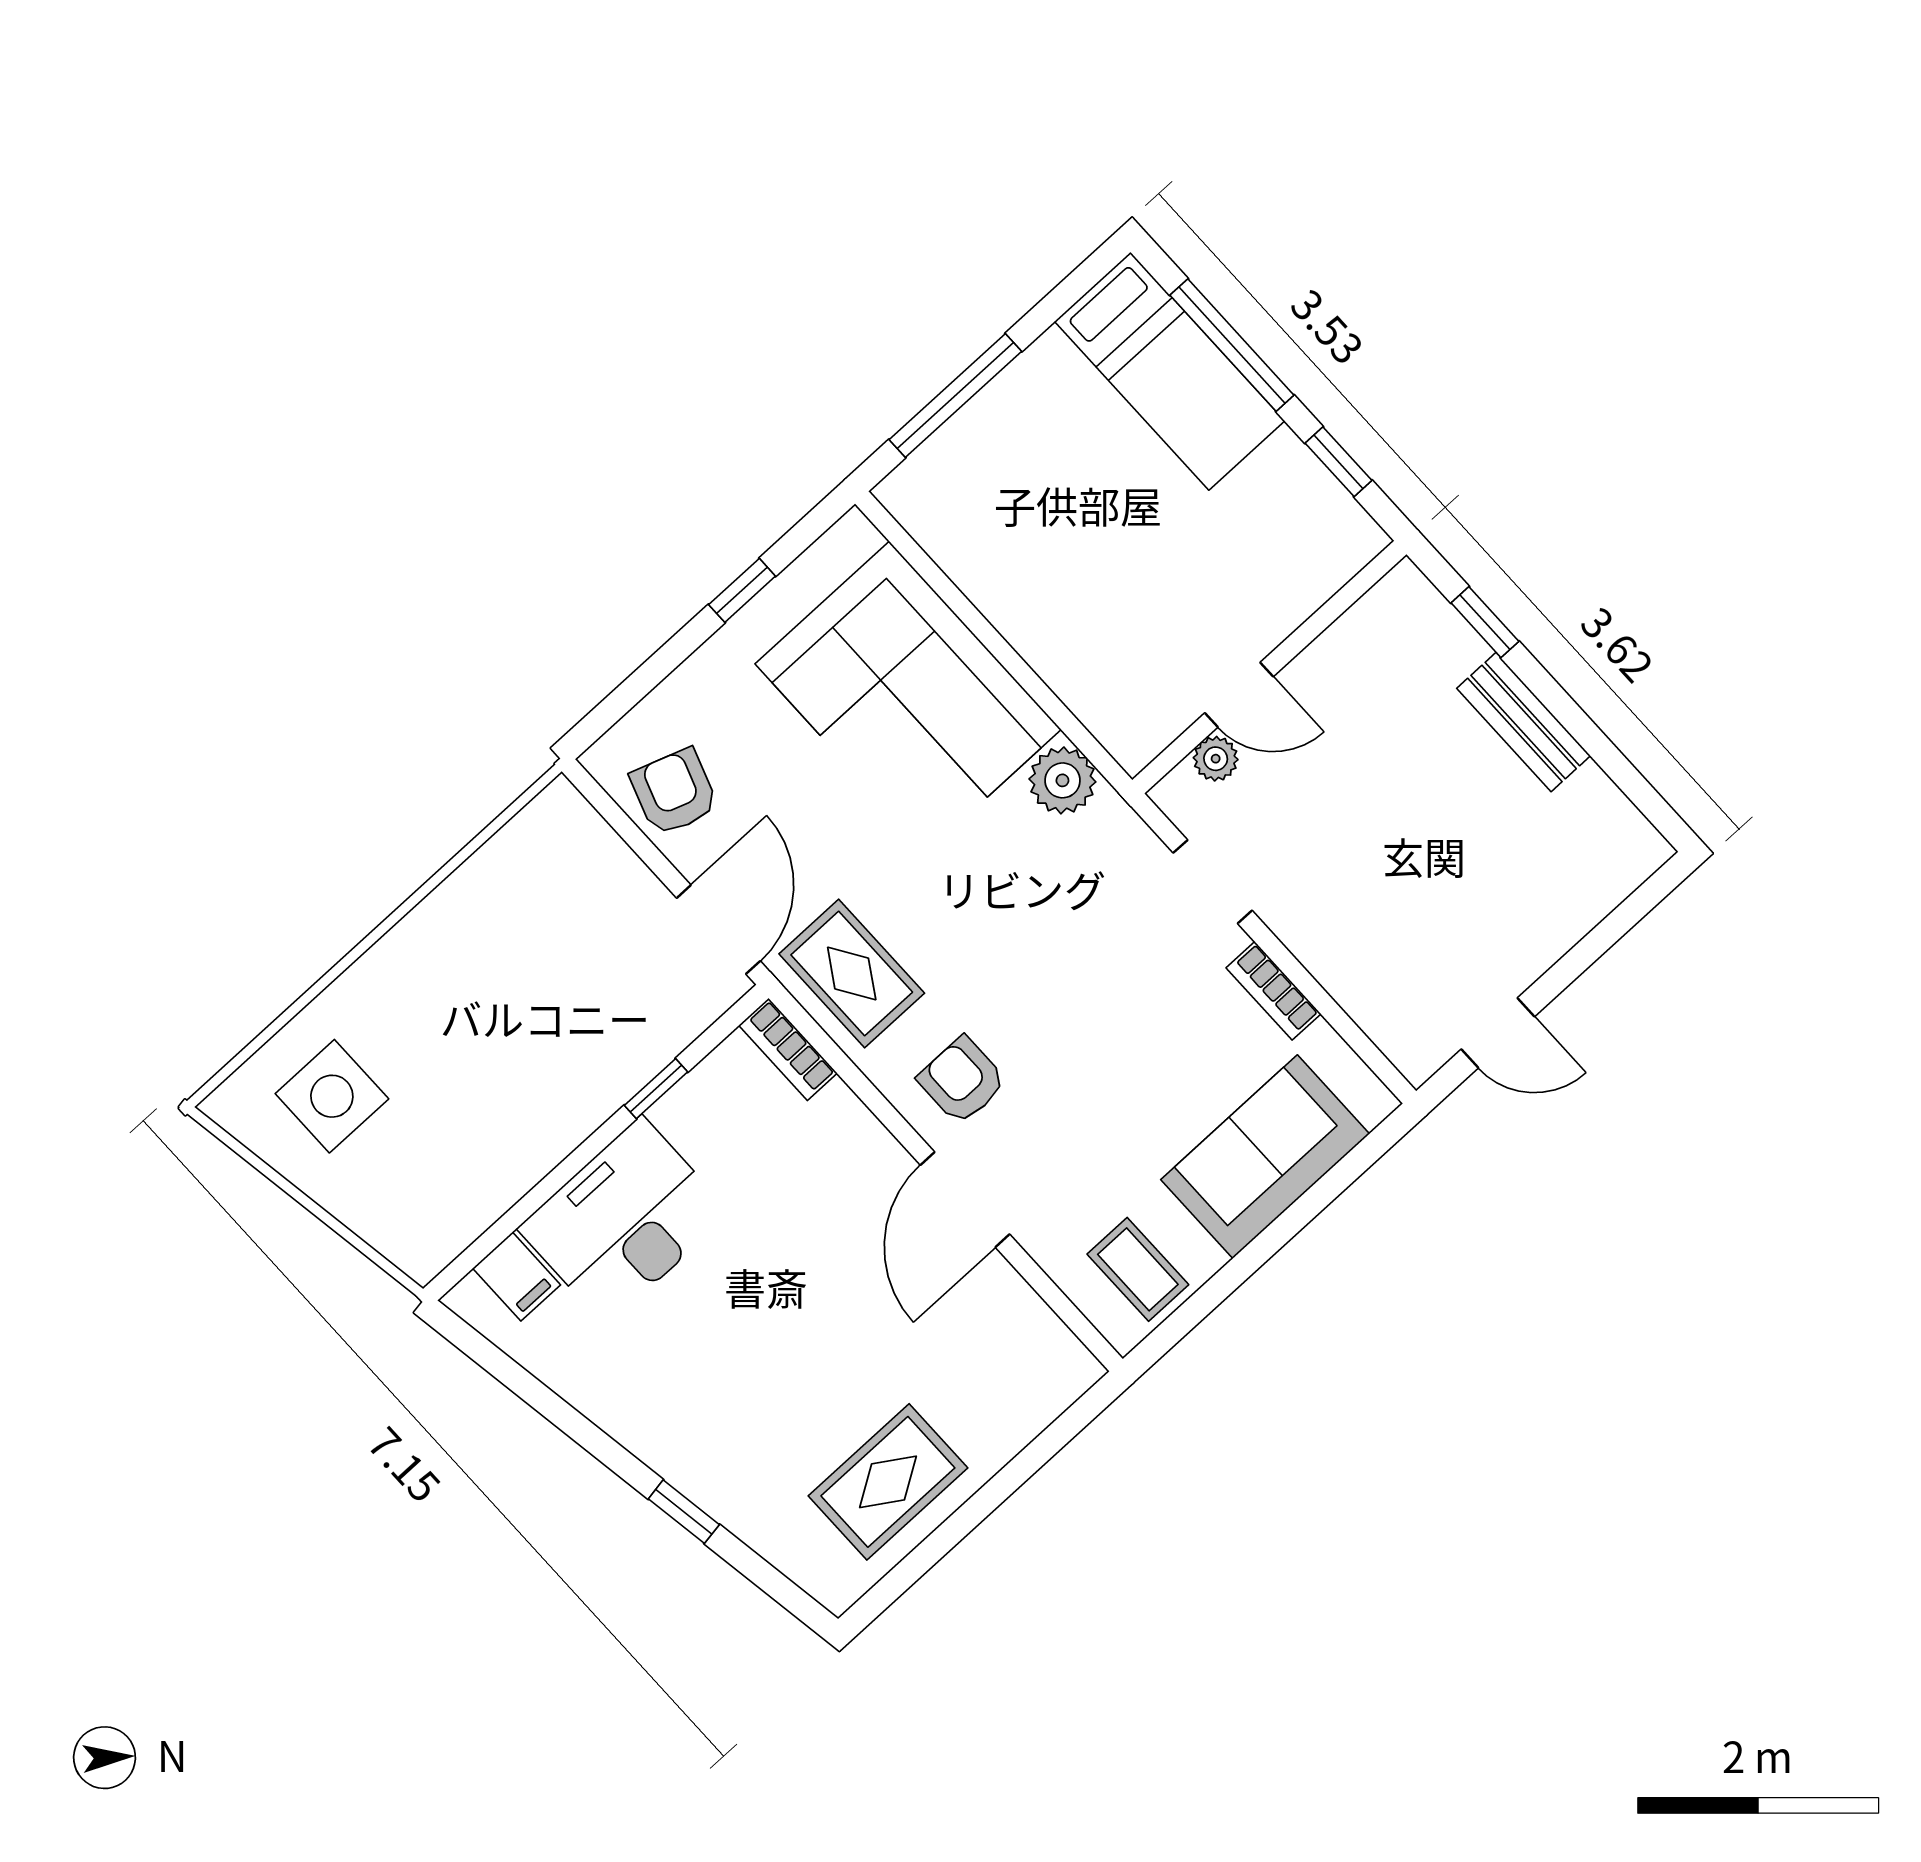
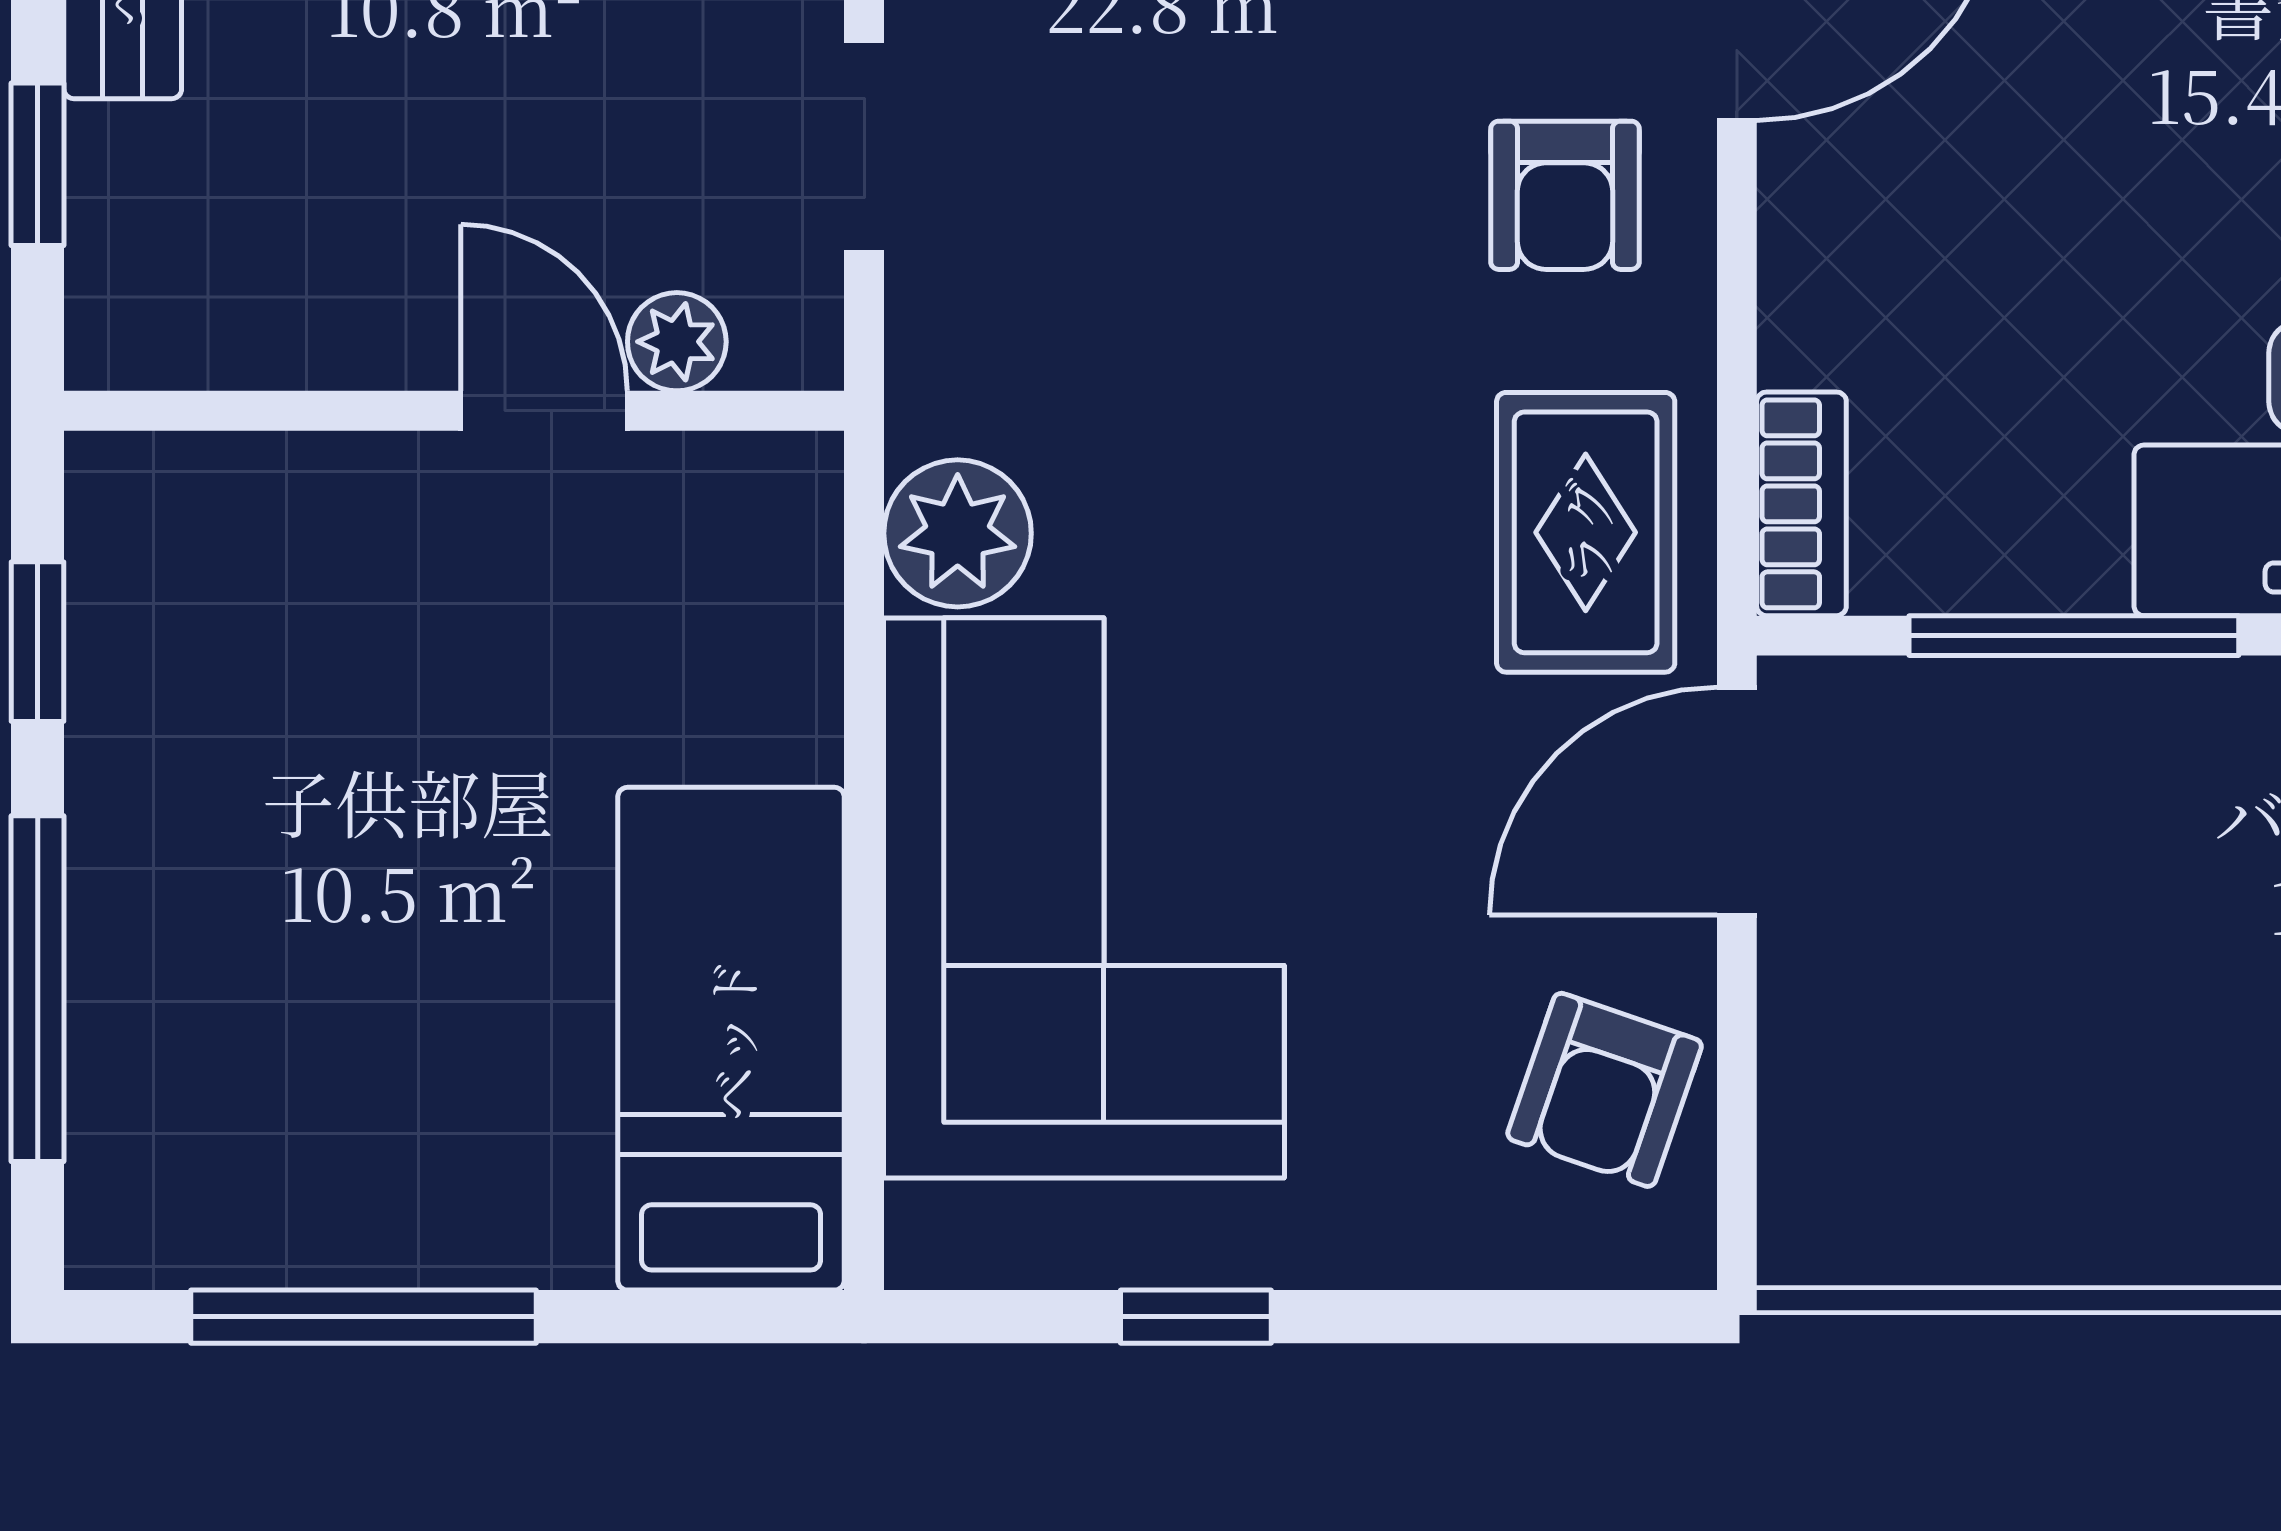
bed: (1170, 371) -> (731, 1039), moved
window: (955, 395) -> (363, 1317), moved
window: (656, 1089) -> (2074, 636), width x2.17

